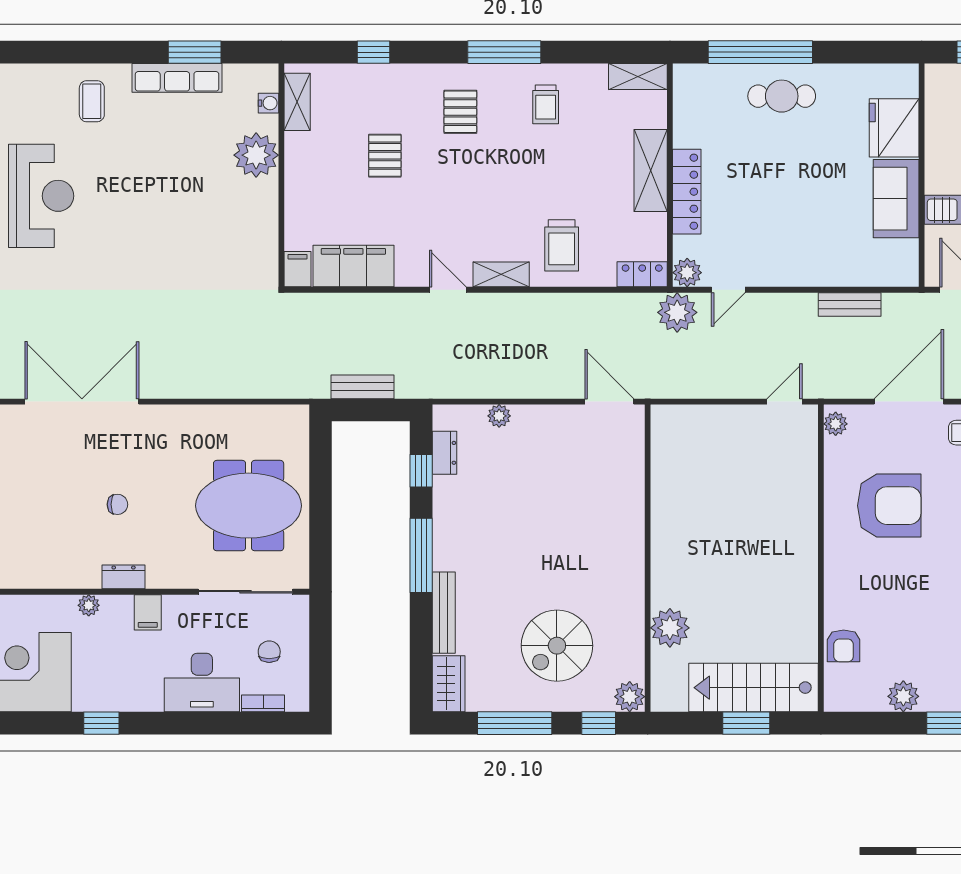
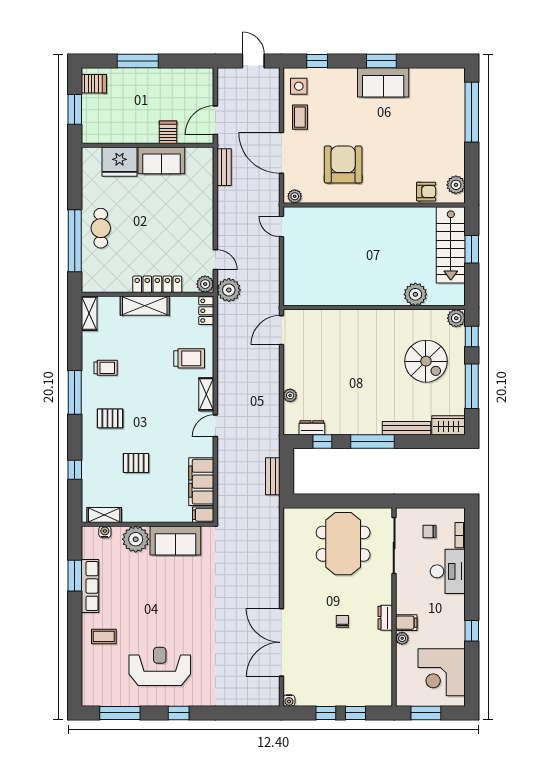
sofa: (254, 222) -> (175, 541), added
bench: (850, 305) -> (224, 167), moved
filing cabinet: (148, 612) -> (406, 623), moved
plant: (903, 696) -> (456, 185), moved

